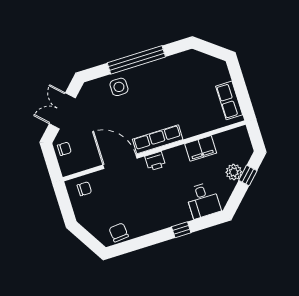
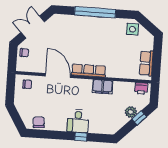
side table: (119, 87) -> (133, 29), moved
filing cabinet: (201, 148) -> (102, 87), moved
printer: (155, 161) -> (141, 88), moved
desk: (203, 200) -> (78, 121), moved

